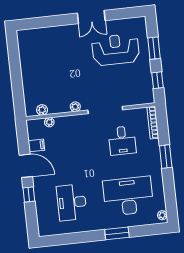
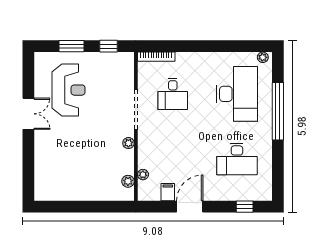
reception desk: (116, 50) -> (68, 90), turned 180
desk: (122, 141) -> (173, 94), turned 90
window: (166, 157) -> (196, 46), removed
window: (29, 194) -> (245, 207), moved
desk: (128, 196) -> (237, 94), turned 180
window: (117, 233) -> (278, 111), width x2.11

